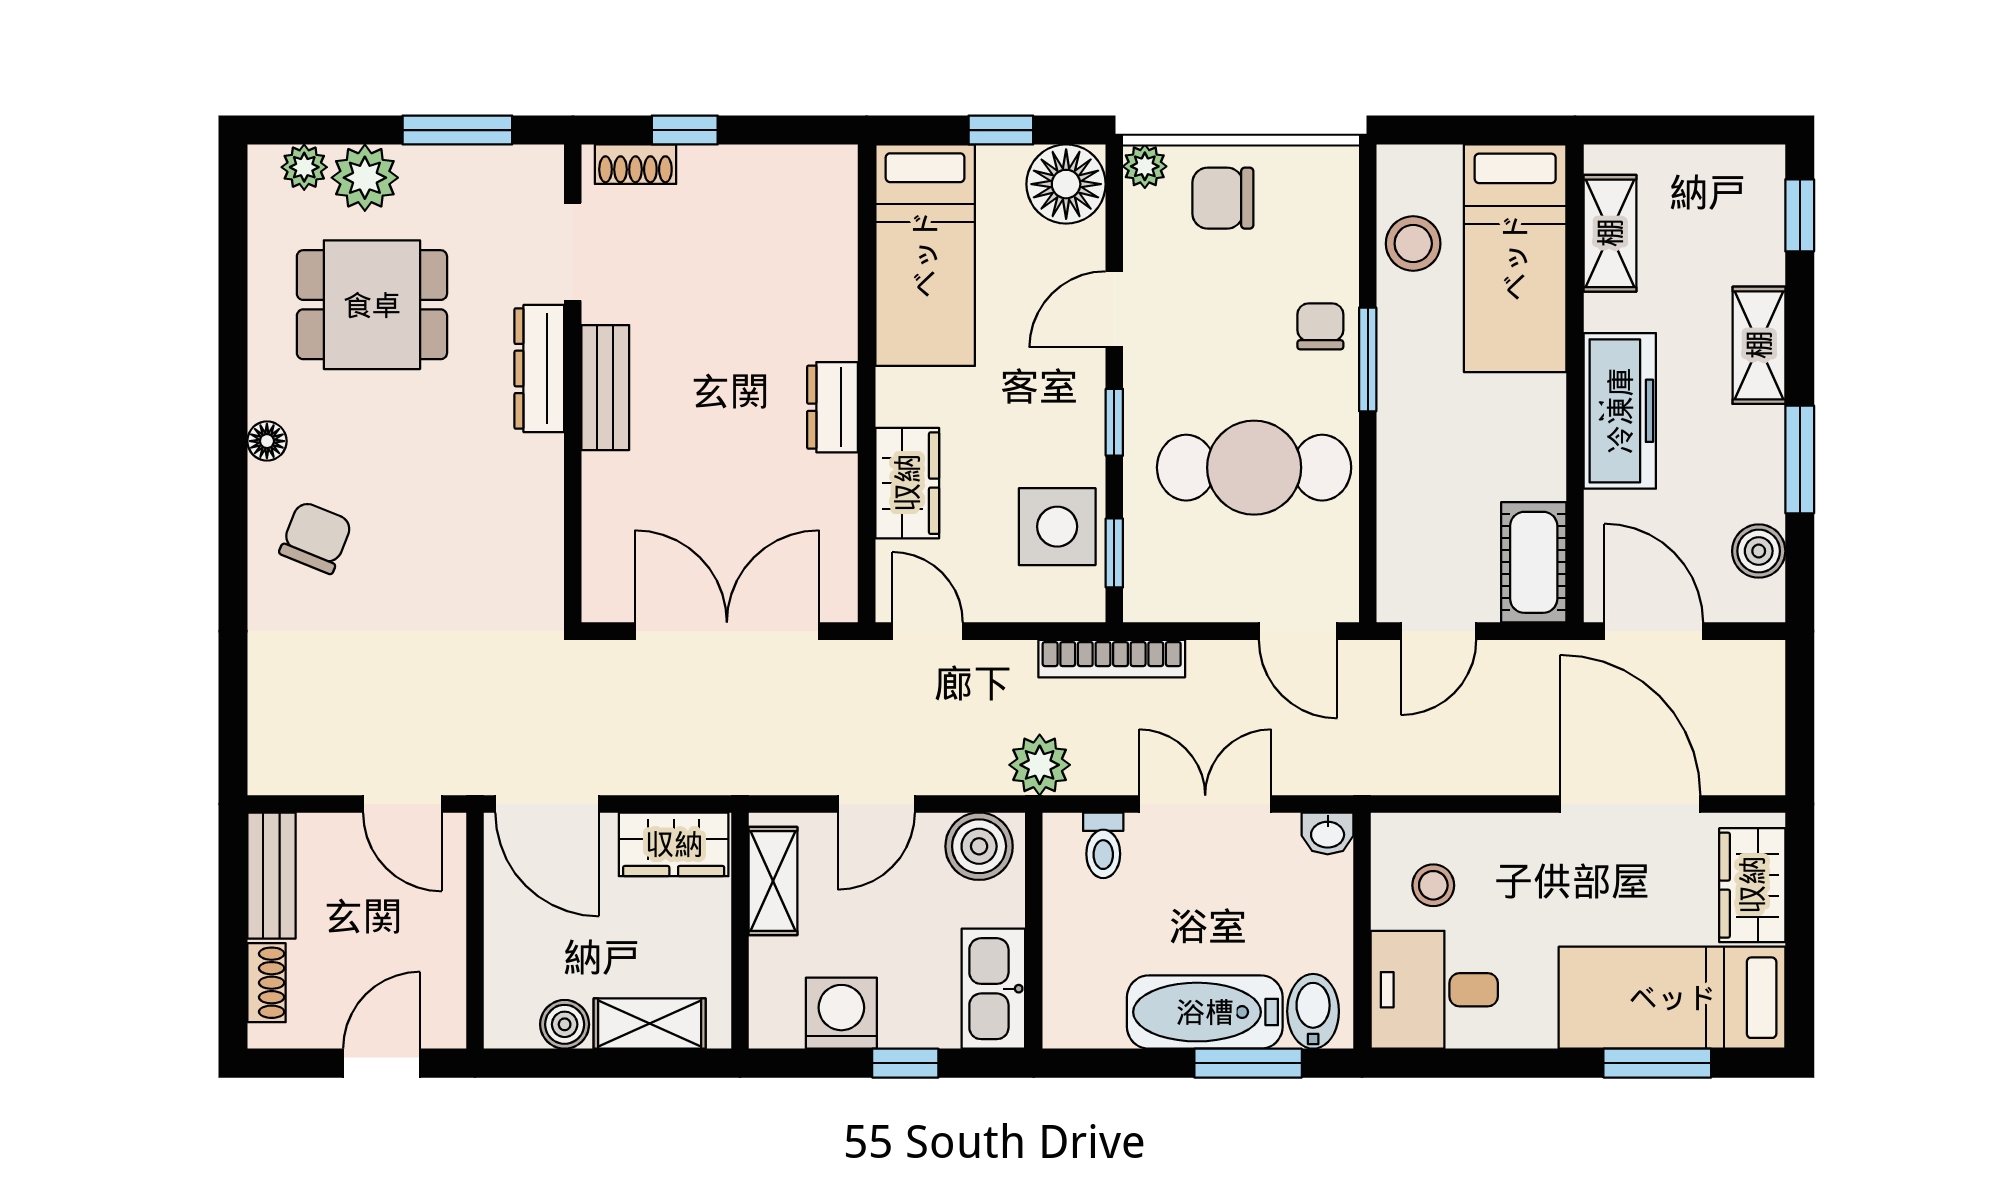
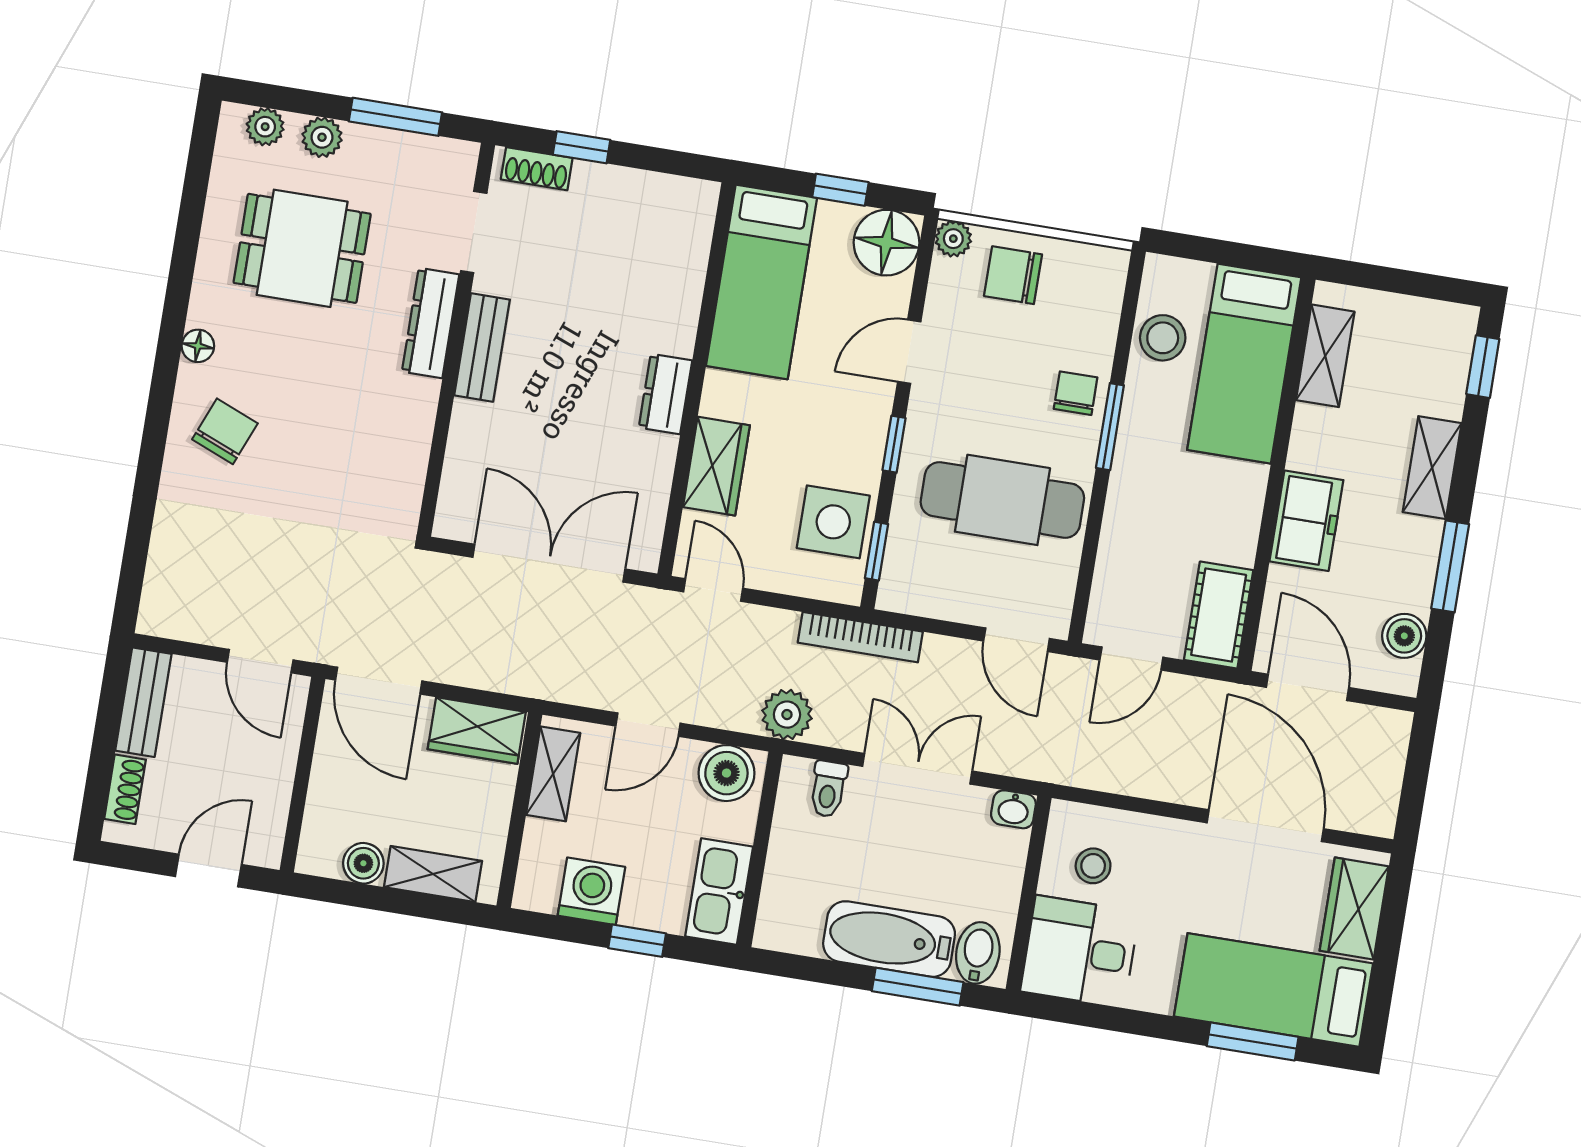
plant: (365, 178) -> (322, 137), width x0.73, depth x0.73
freezer: (1620, 411) -> (1306, 521), width x0.71

